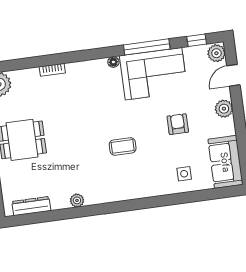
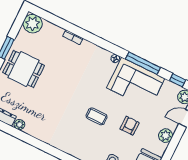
coffee table: (123, 146) -> (97, 116), moved
plant: (77, 200) -> (19, 125), moved

